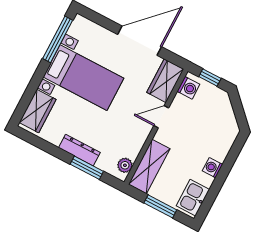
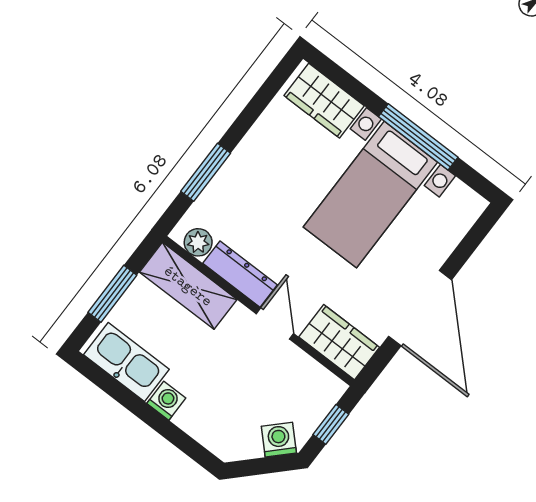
window: (58, 39) -> (418, 137), moved
washing machine: (188, 88) -> (279, 440), moved, turned 135
dresser: (79, 150) -> (240, 274), moved, turned -90
kitchen sink: (193, 198) -> (126, 362), width x1.38

